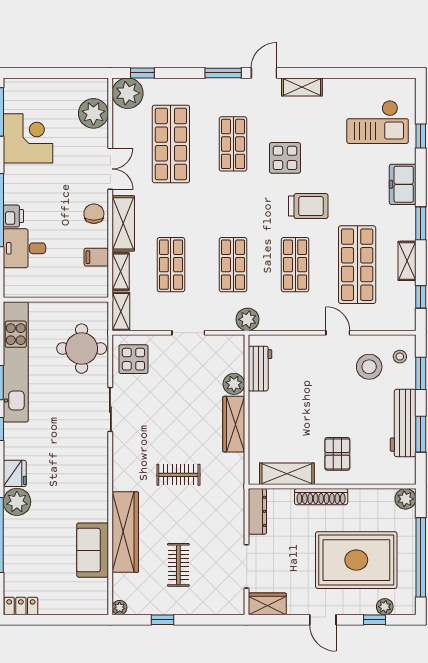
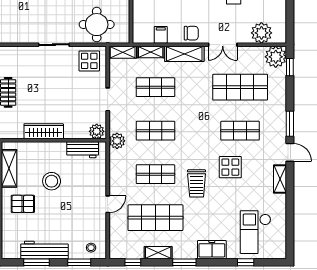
stool: (369, 367) -> (52, 181), moved
plant: (234, 384) -> (97, 131), moved

